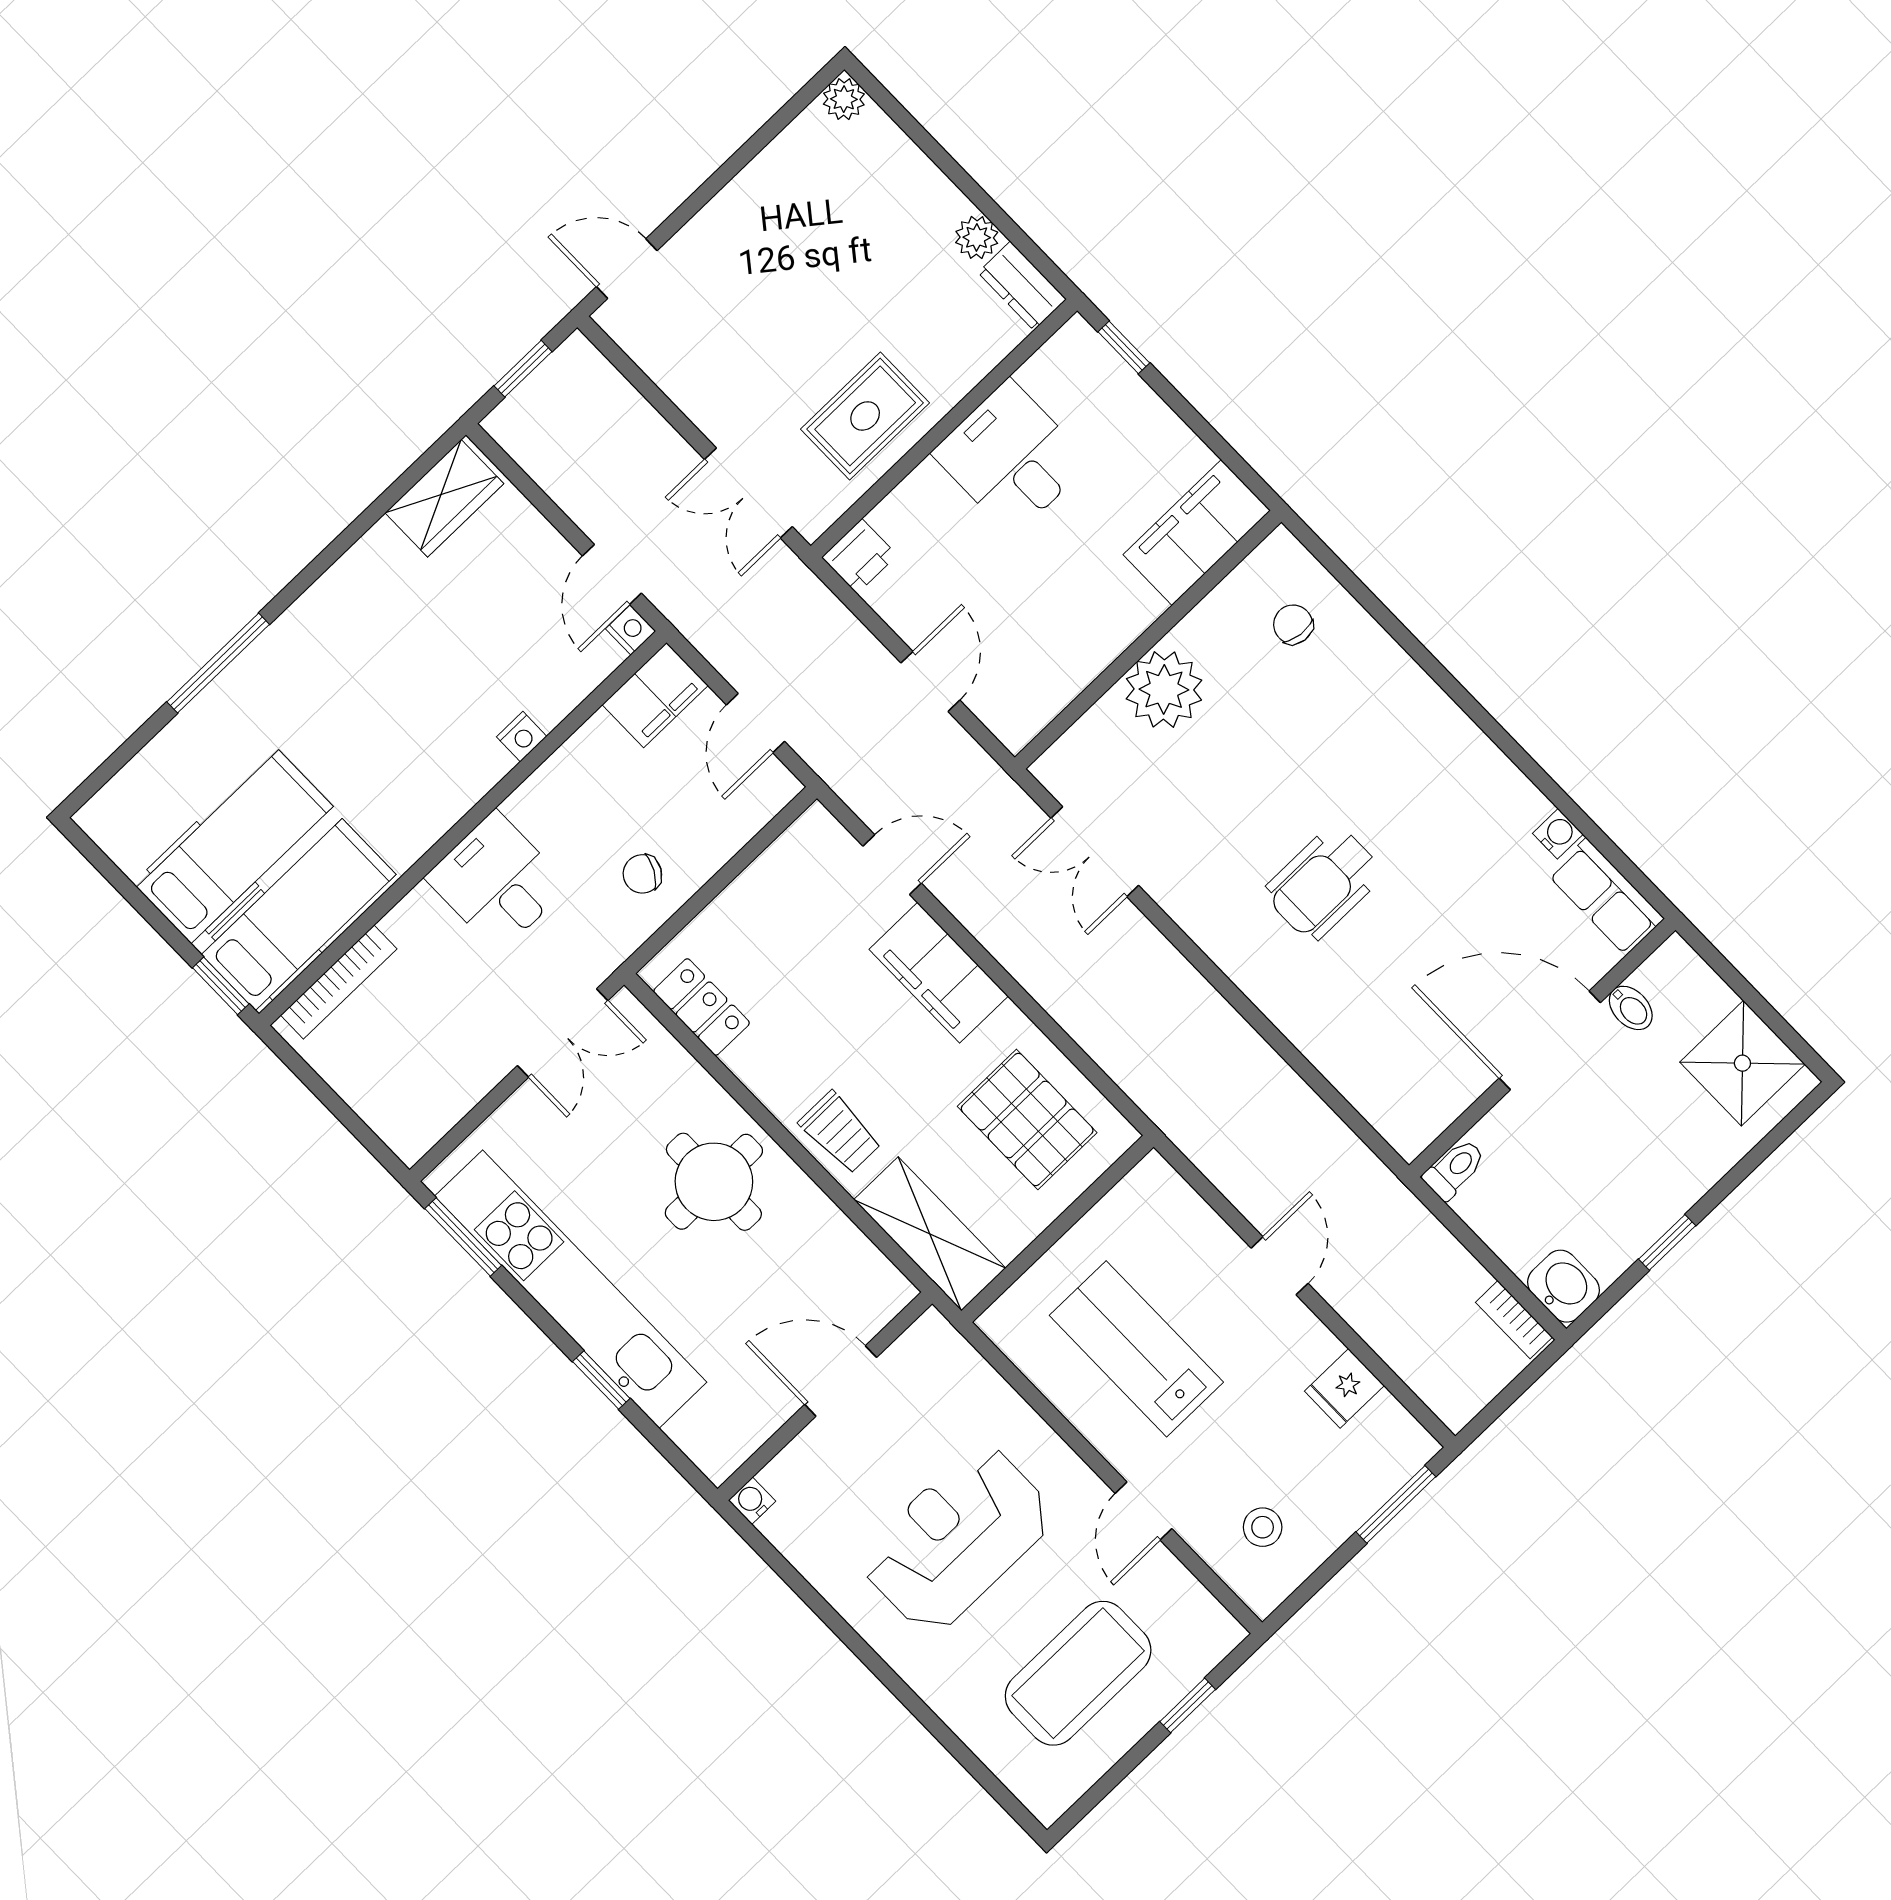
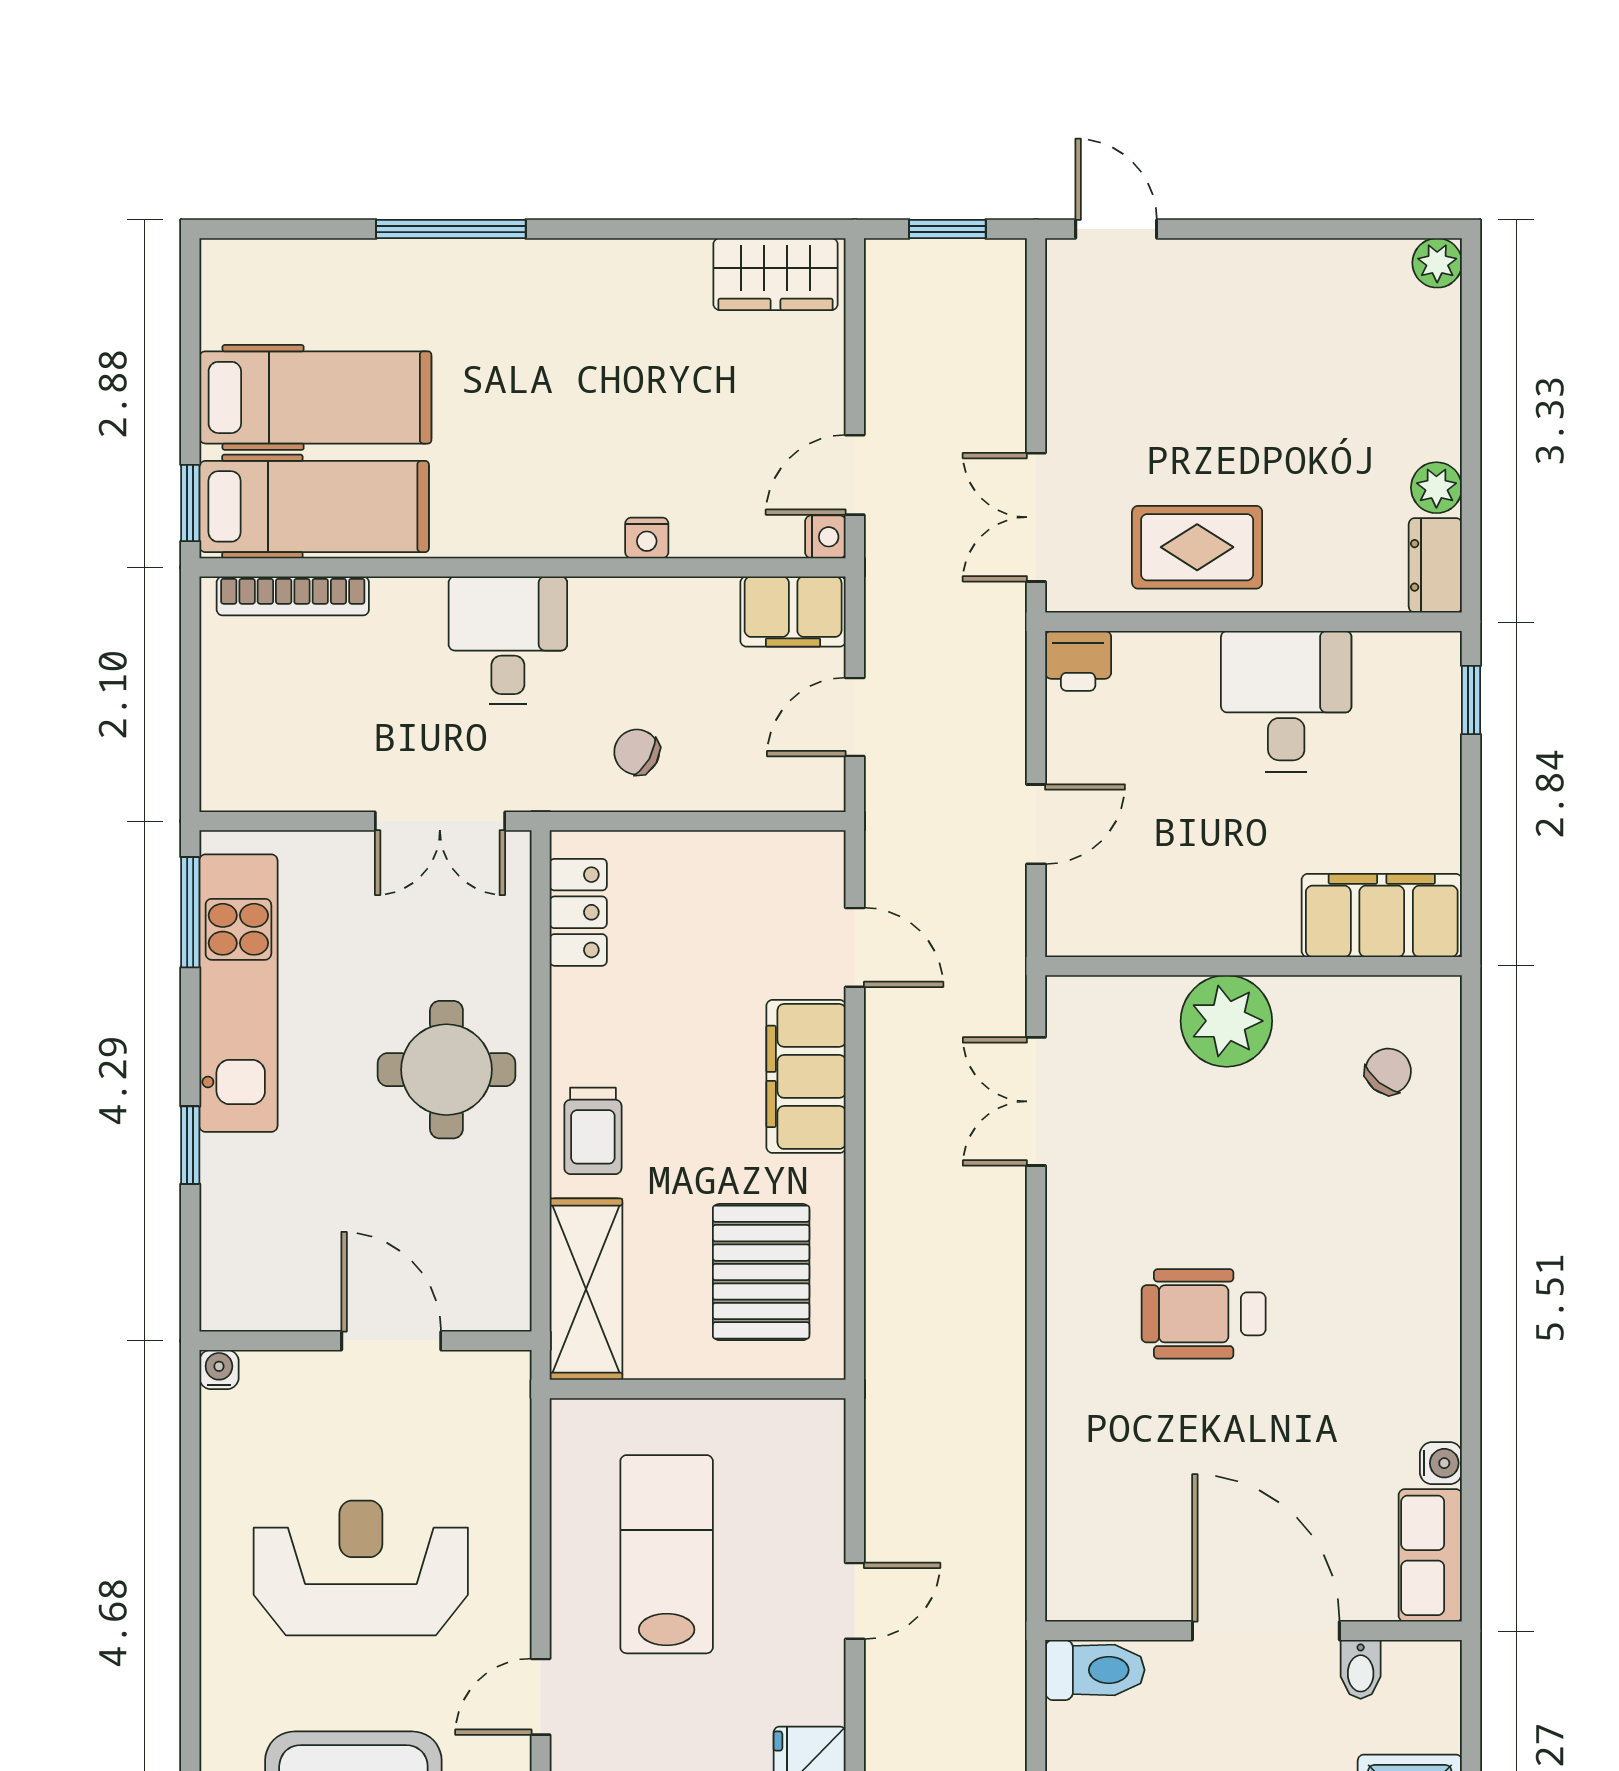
chair: (1293, 624) -> (1388, 1071), turned 33
toilet: (1455, 1169) -> (1095, 1670), width x1.37, depth x1.39
kitchen unit: (571, 1289) -> (238, 993), width x0.73

